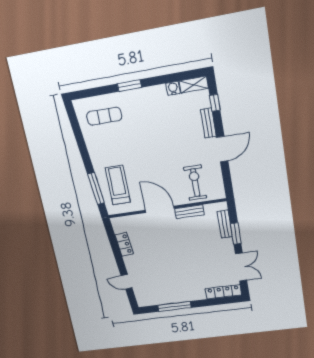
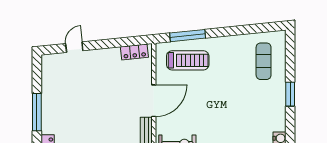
locker: (124, 244) -> (134, 52), moved
window: (174, 306) -> (37, 112), moved

